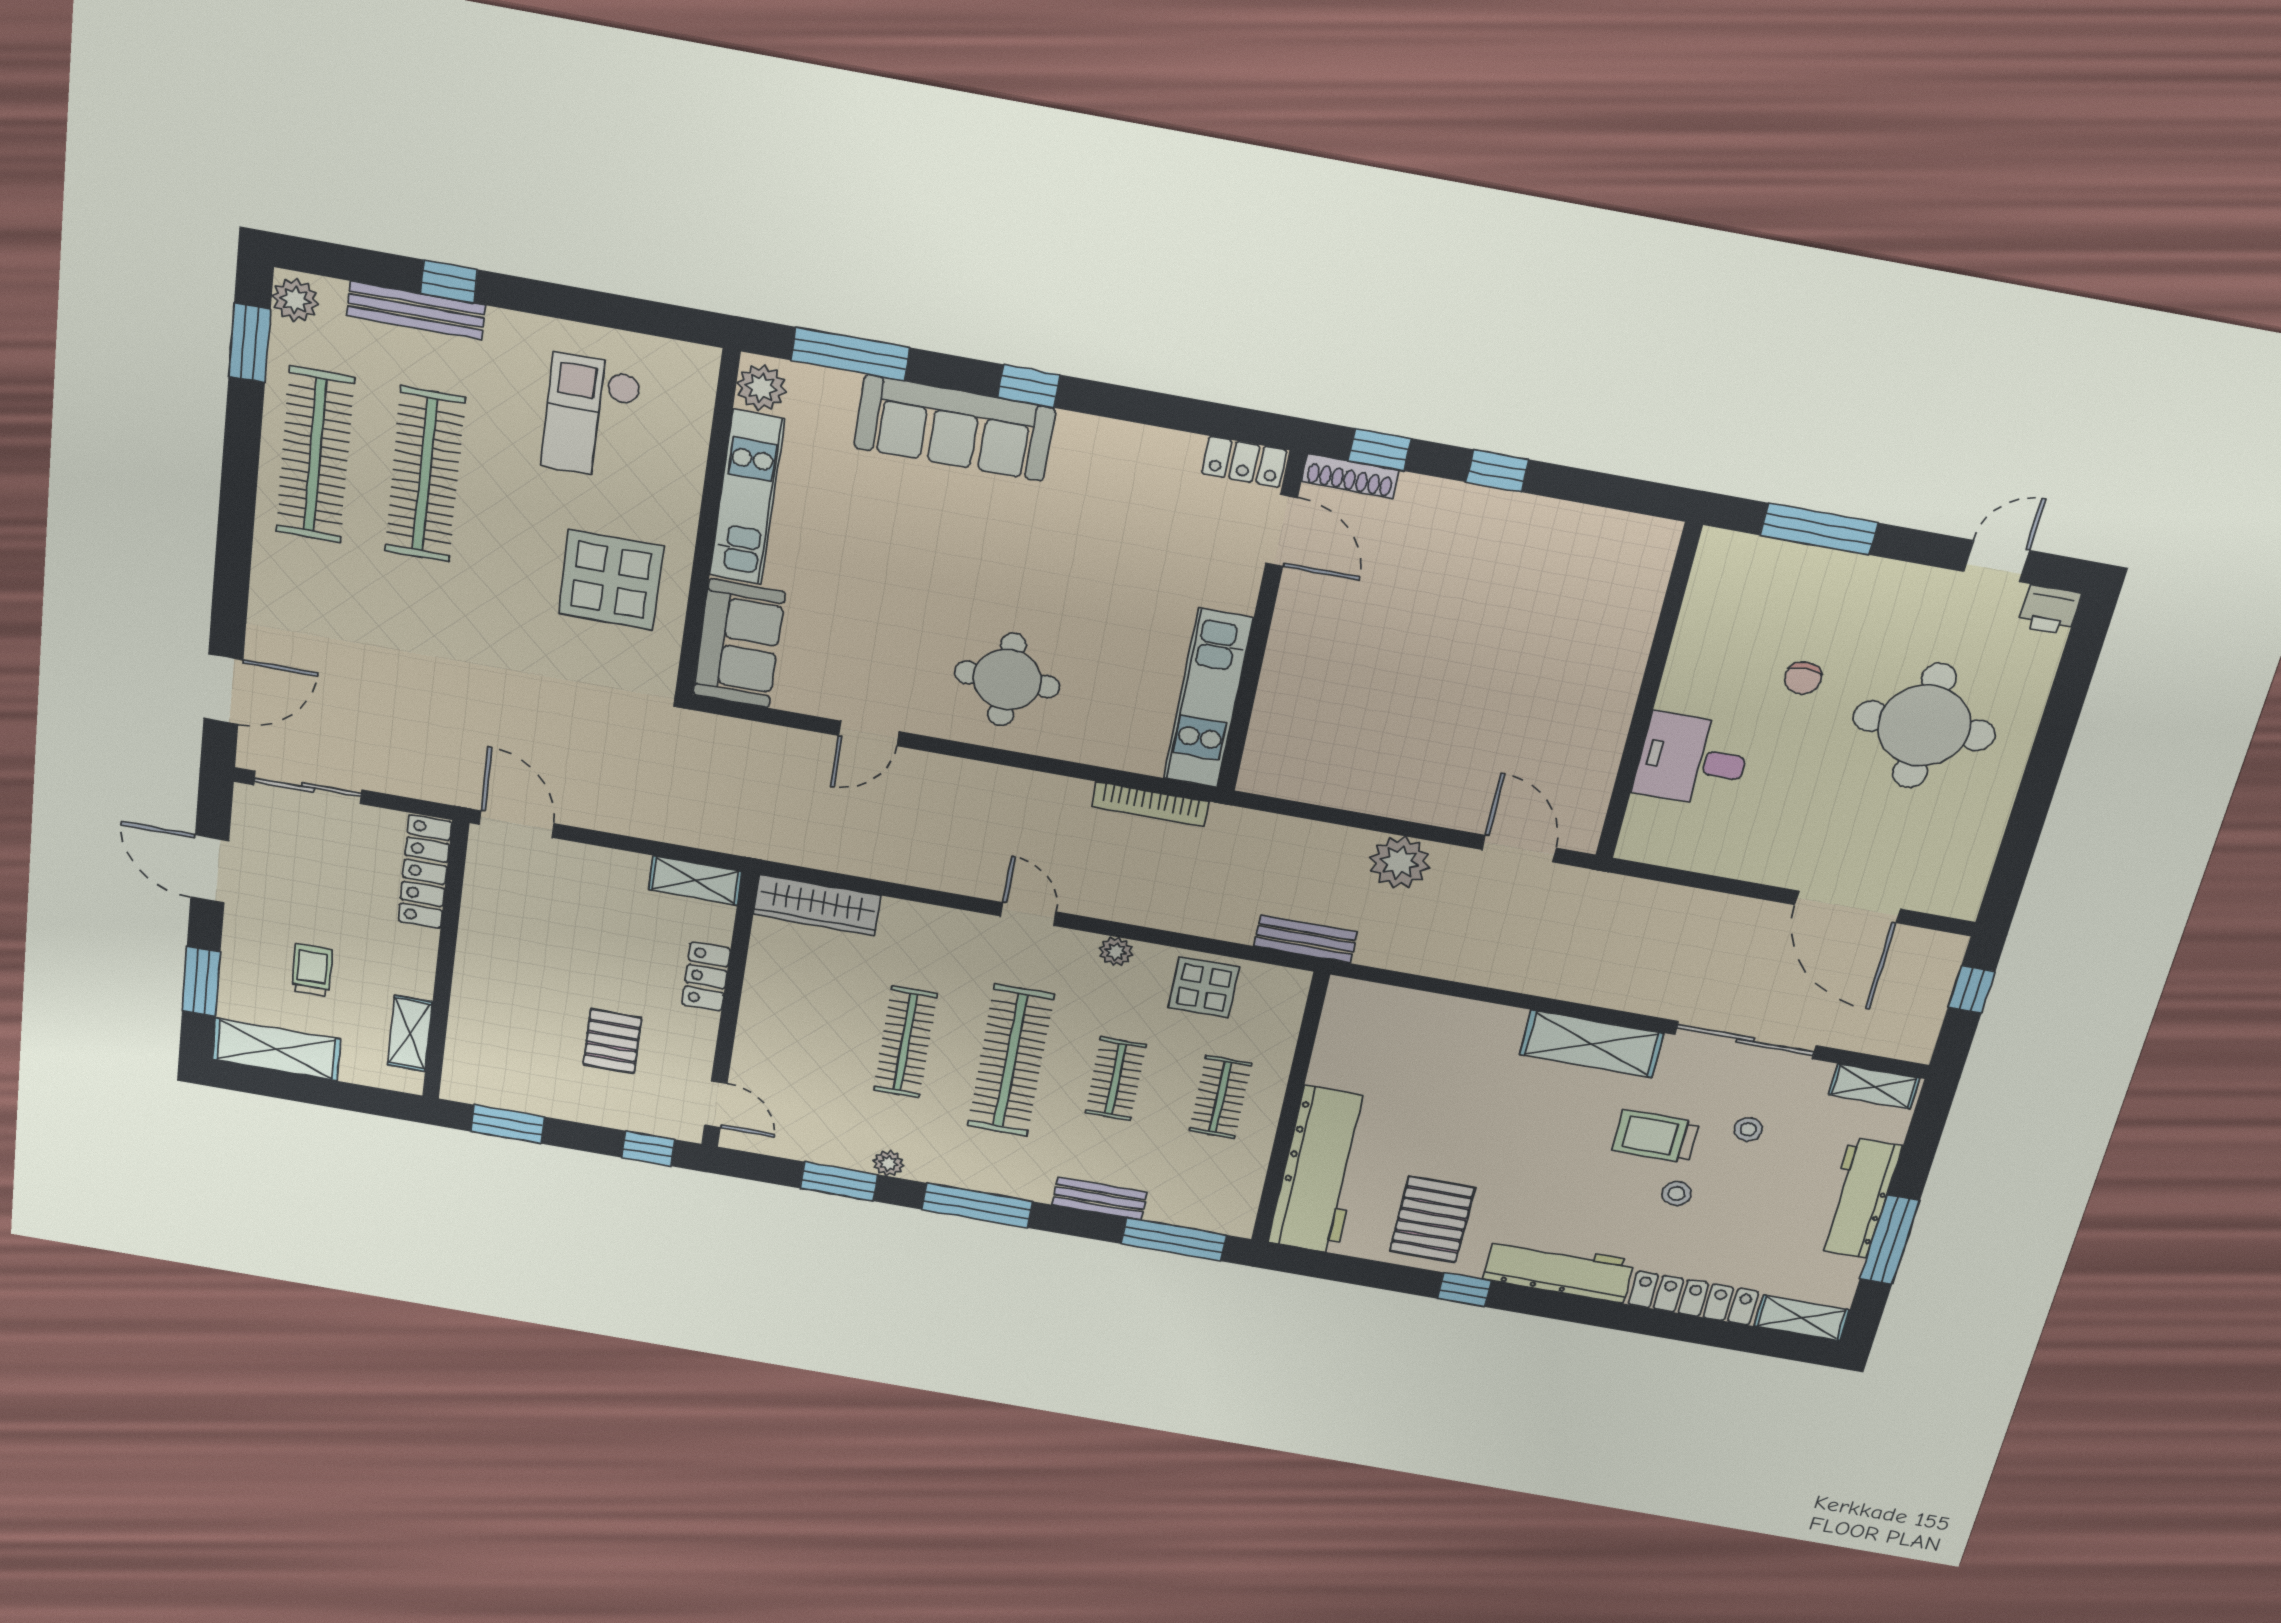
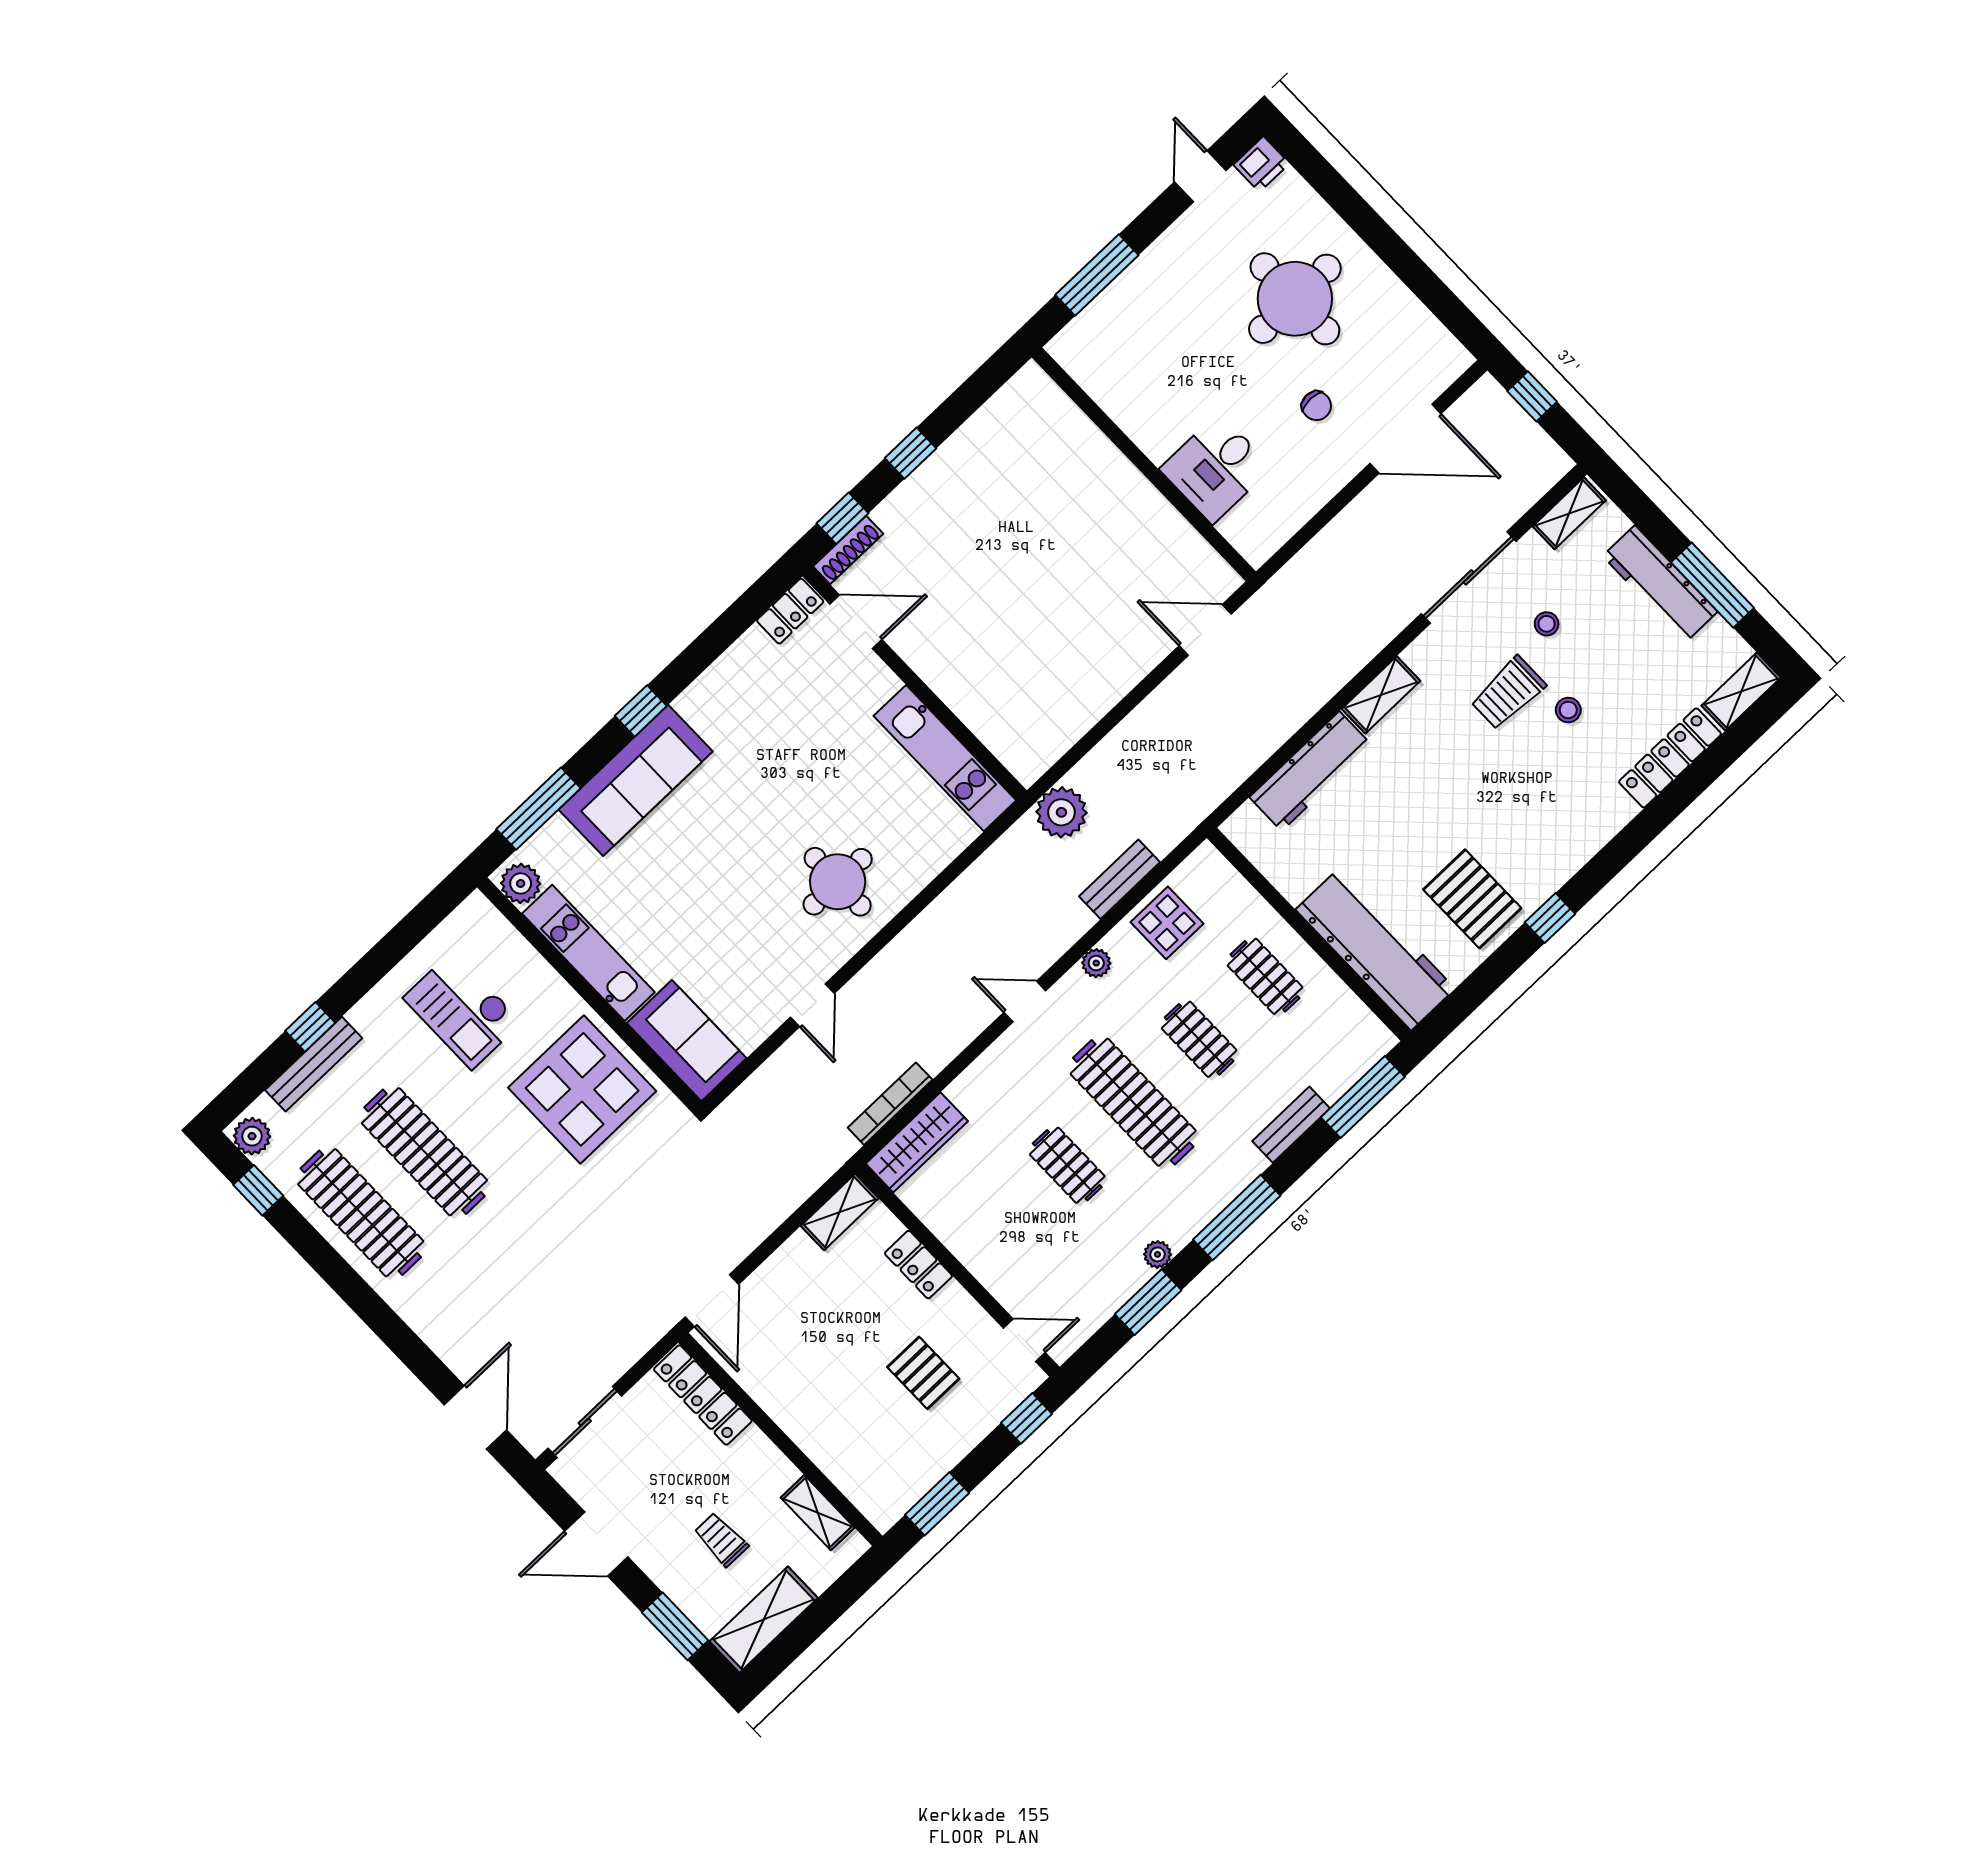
window: (250, 343) -> (258, 1190), width x0.67
display table: (611, 580) -> (582, 1089), width x1.36, depth x1.36
chair: (1803, 678) -> (1316, 406), moved
bookcase: (1150, 804) -> (890, 1104), moved, turned 180
door: (517, 824) -> (712, 1301), swing flipped
plant: (1400, 862) -> (1061, 812), moved
bench: (1306, 939) -> (1120, 879), moved
clothes rail: (905, 1042) -> (1067, 1165), width x0.73
shelving: (1592, 1044) -> (1381, 695), width x0.67, depth x0.75
workbench: (1559, 1270) -> (1310, 771), moved, turned 180

